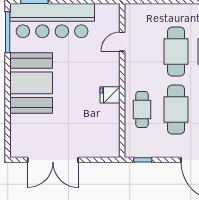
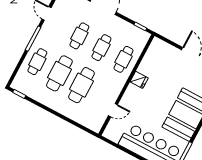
cafe table: (176, 109) -> (101, 48), width x0.73, depth x0.74

